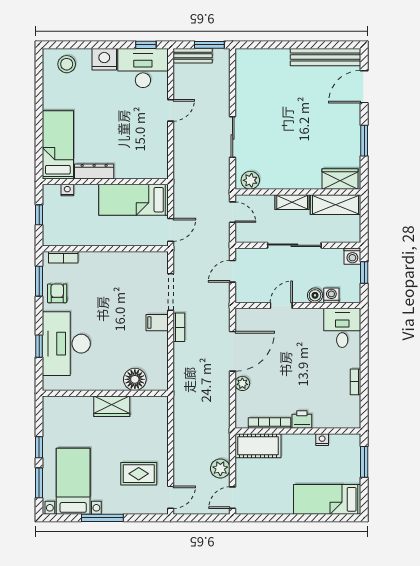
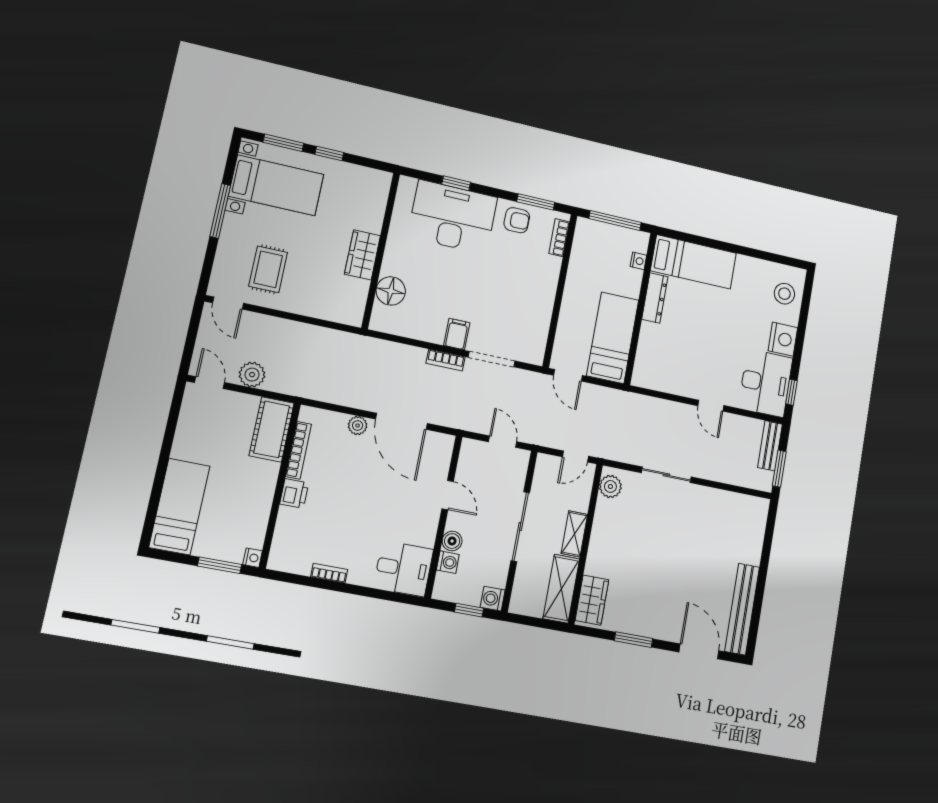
window: (39, 215) -> (615, 220), width x2.17
nightstand: (322, 440) -> (253, 558), moved

